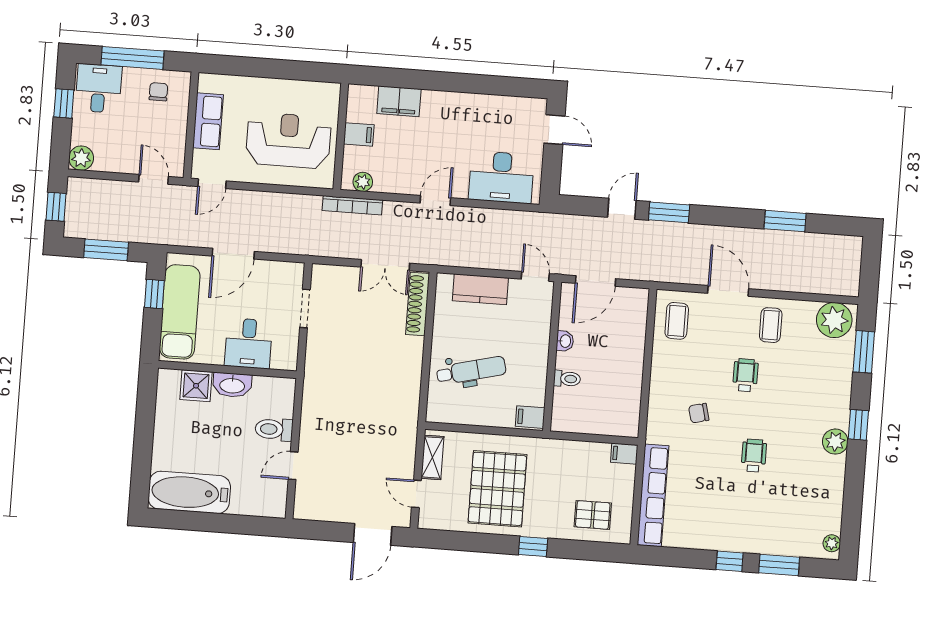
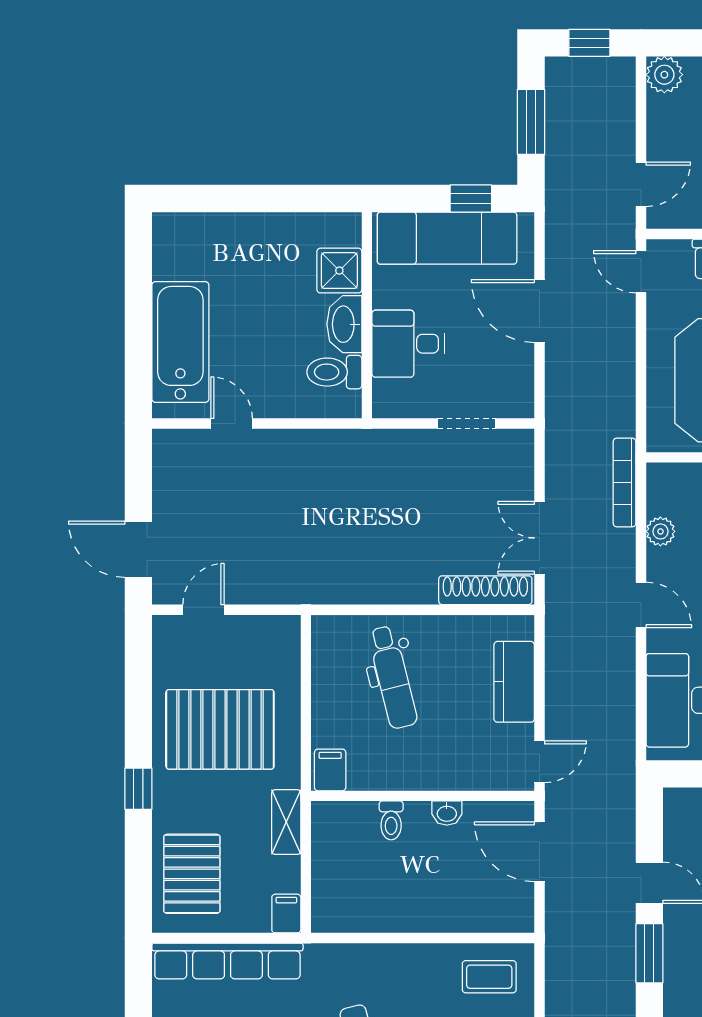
plant: (363, 182) -> (660, 531), moved
toilet: (274, 429) -> (334, 372), moved, turned -90
shelving: (432, 457) -> (286, 822), moved, turned 90
bathtub: (189, 492) -> (180, 342), moved
pallet: (593, 515) -> (192, 874), width x1.50, depth x1.42

